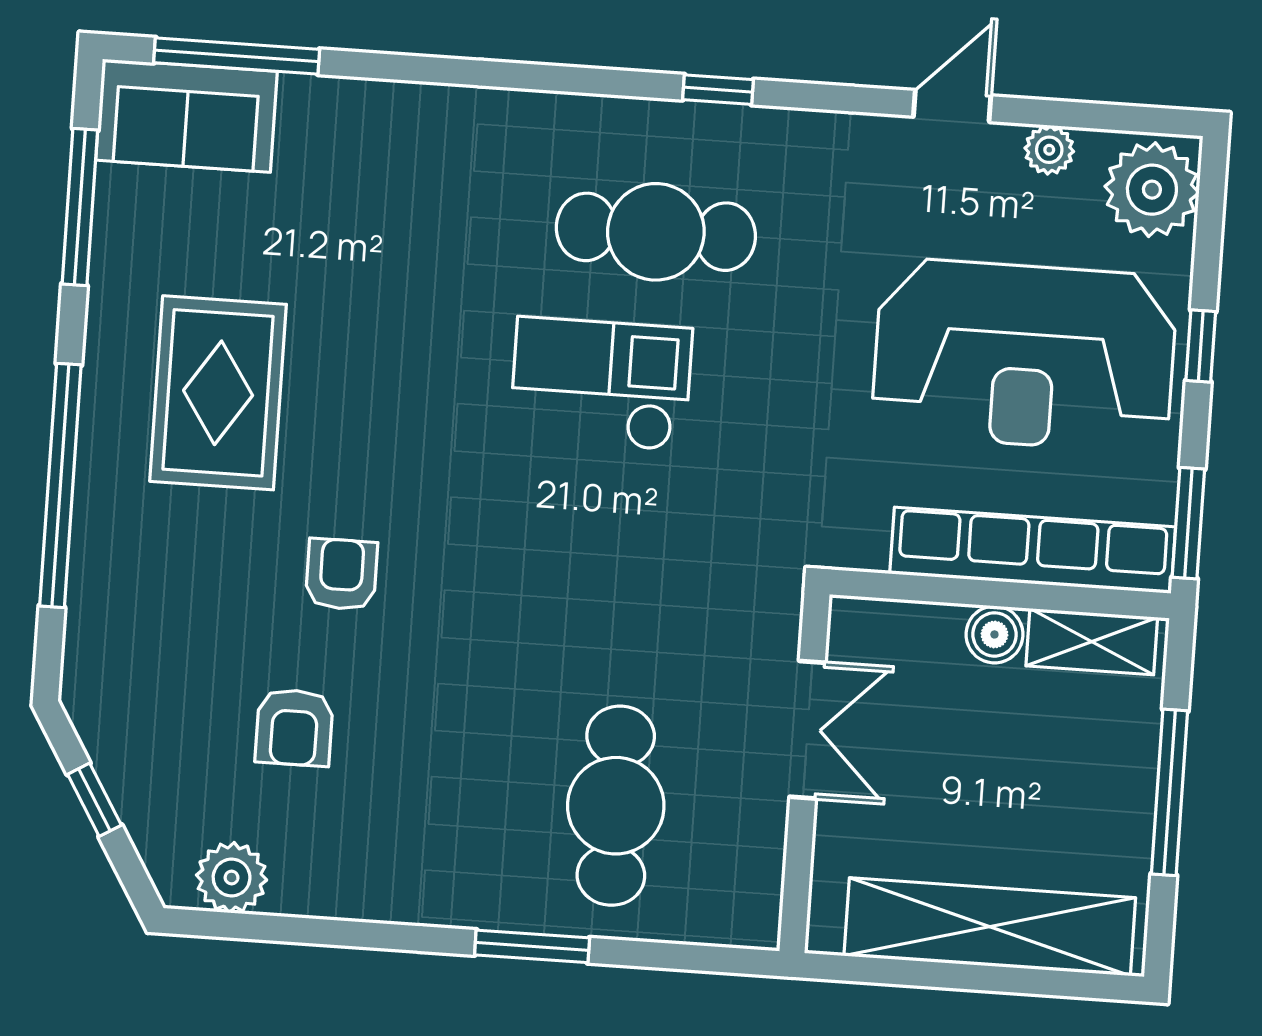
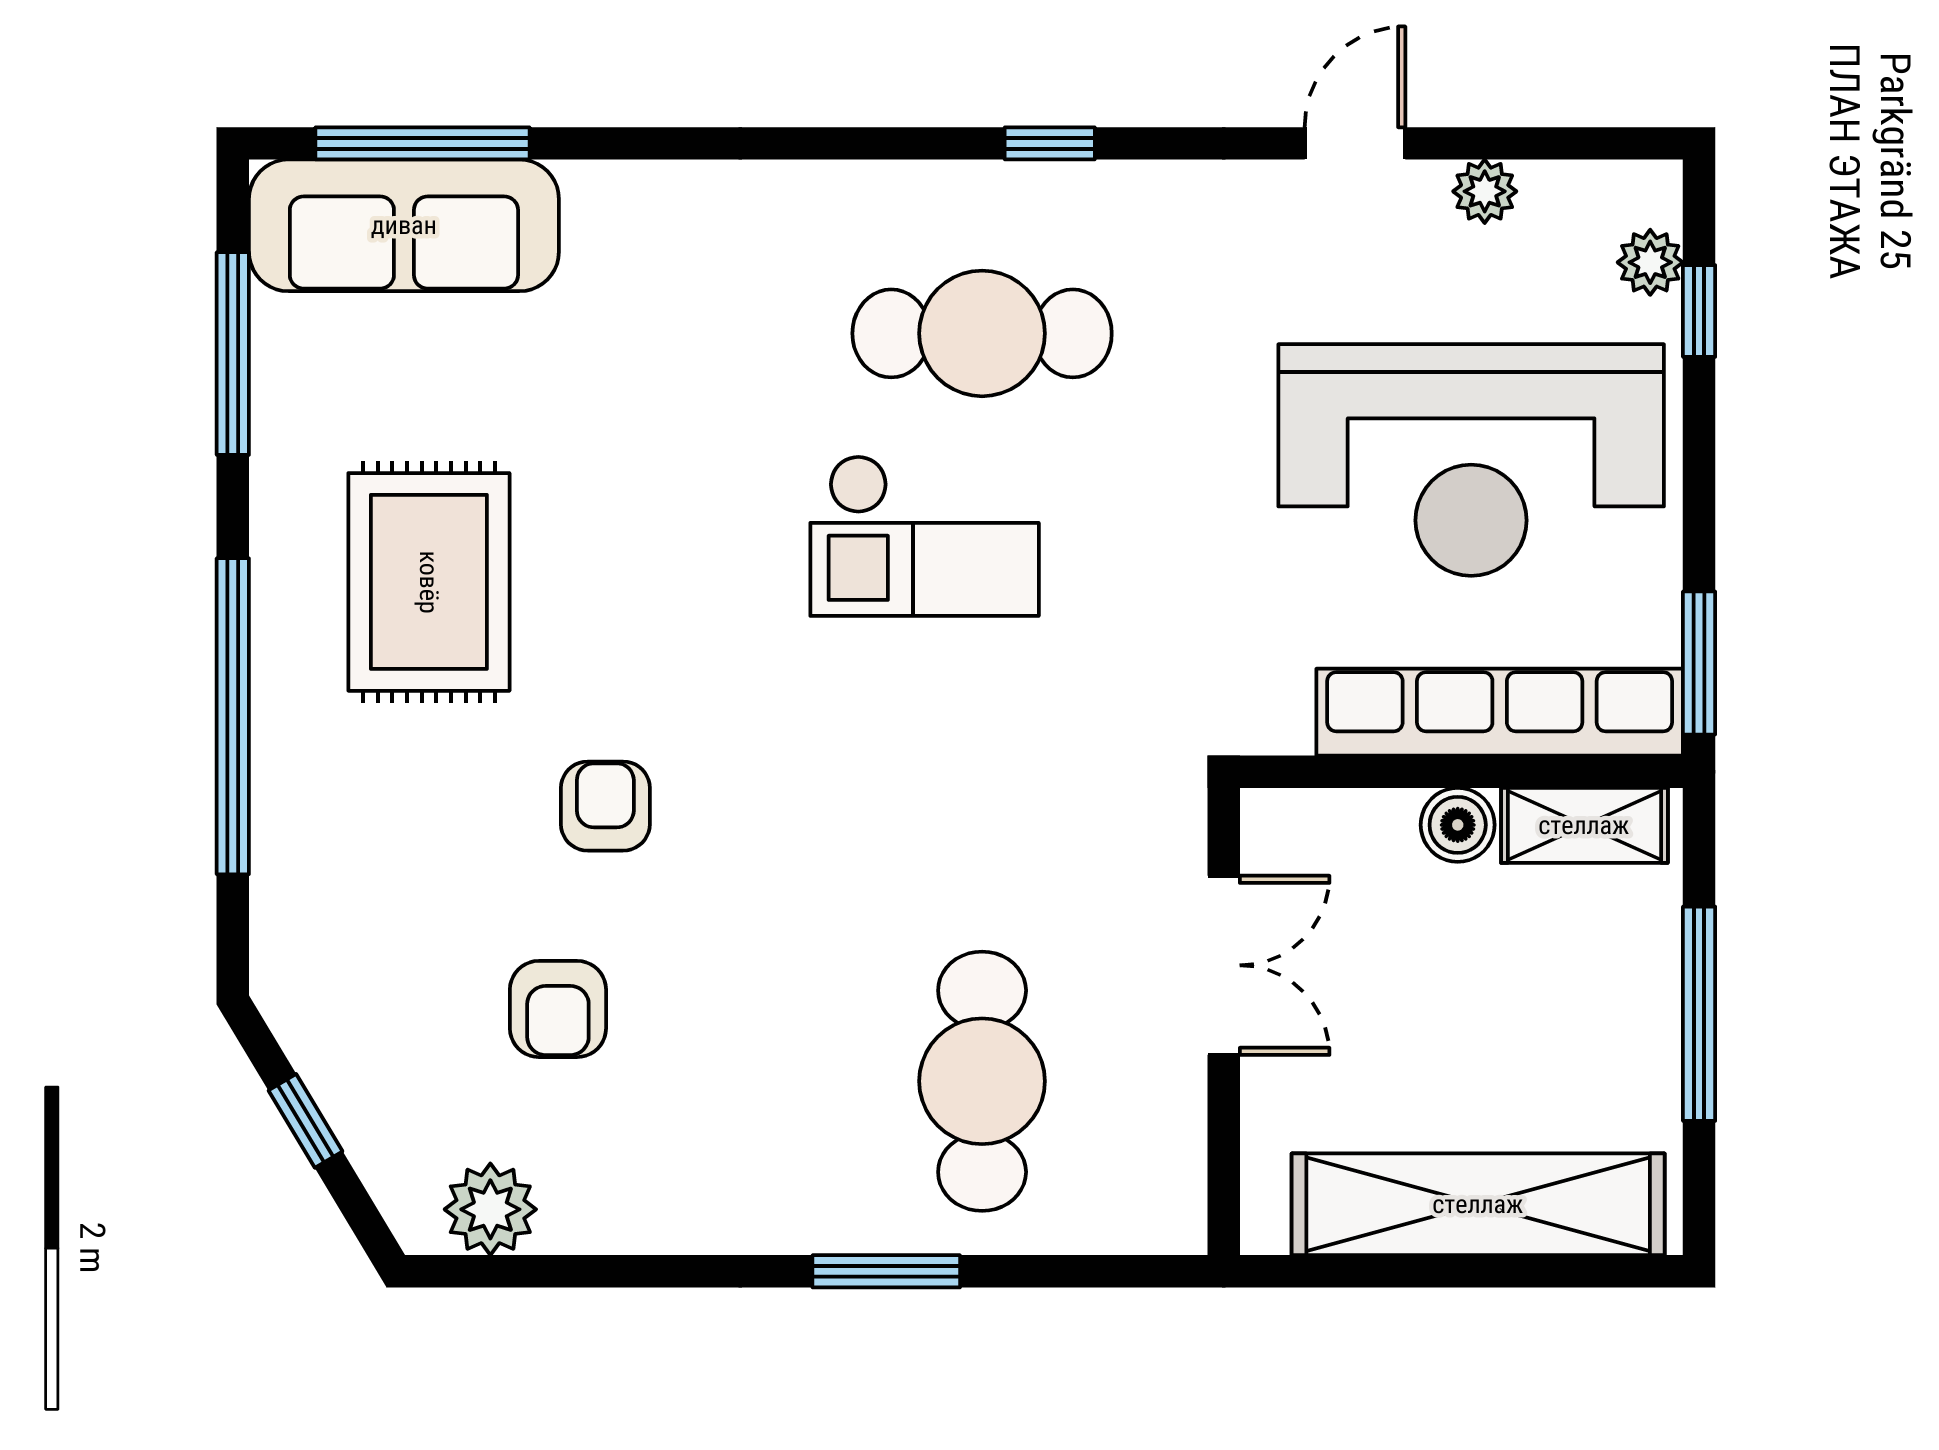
sofa: (187, 116) -> (404, 225), width x1.36
plant: (1152, 190) -> (1650, 262), width x0.53, depth x0.53
window: (1201, 346) -> (1699, 311), moved
checkout: (601, 384) -> (925, 536), turned 180

